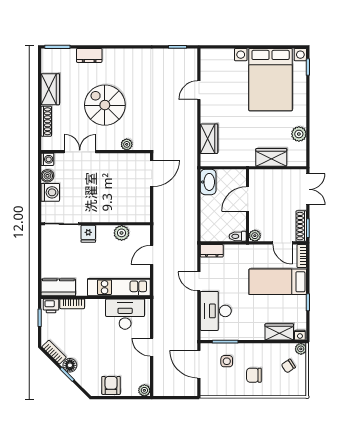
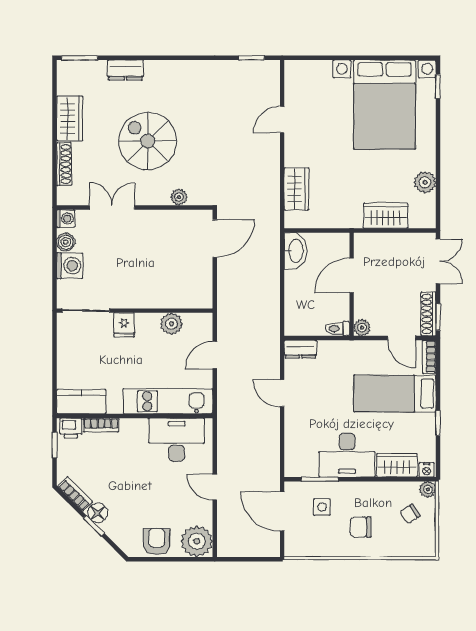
desk: (216, 311) -> (347, 455), moved, turned -90
plant: (144, 390) -> (197, 541), width x1.87, depth x1.87

